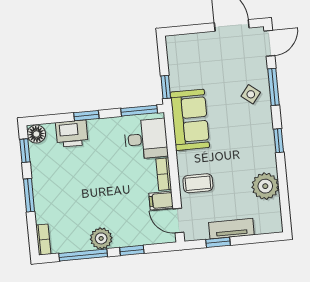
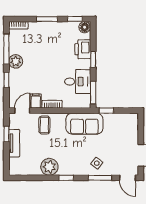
desk: (146, 139) -> (78, 82), moved, turned -90
plant: (265, 186) -> (49, 167), moved

